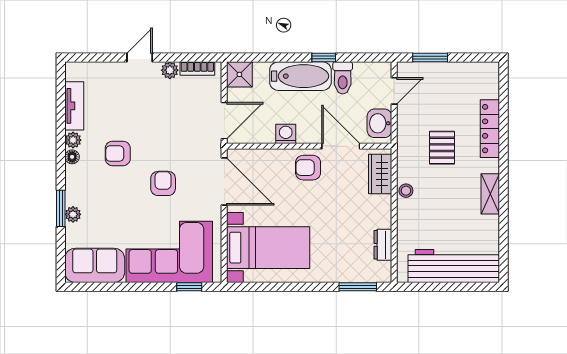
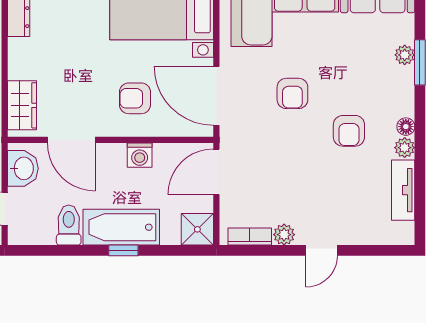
window: (324, 58) -> (123, 250), moved
armchair: (118, 153) -> (349, 131), turned 90
armchair: (308, 168) -> (135, 98), moved, turned 180

